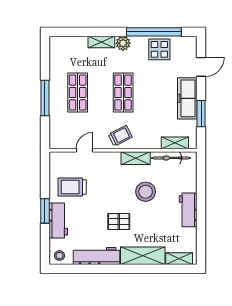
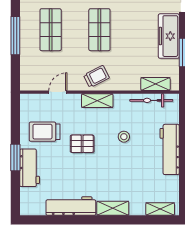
shelving: (136, 158) -> (97, 101), moved
stool: (146, 192) -> (124, 137), width x0.53, depth x0.53
workbench: (188, 210) -> (170, 149), width x1.37
pallet: (119, 221) -> (82, 144), moved
stool: (60, 256) -> (31, 206), removed
shelving: (143, 256) -> (113, 208), width x0.67, depth x0.75

